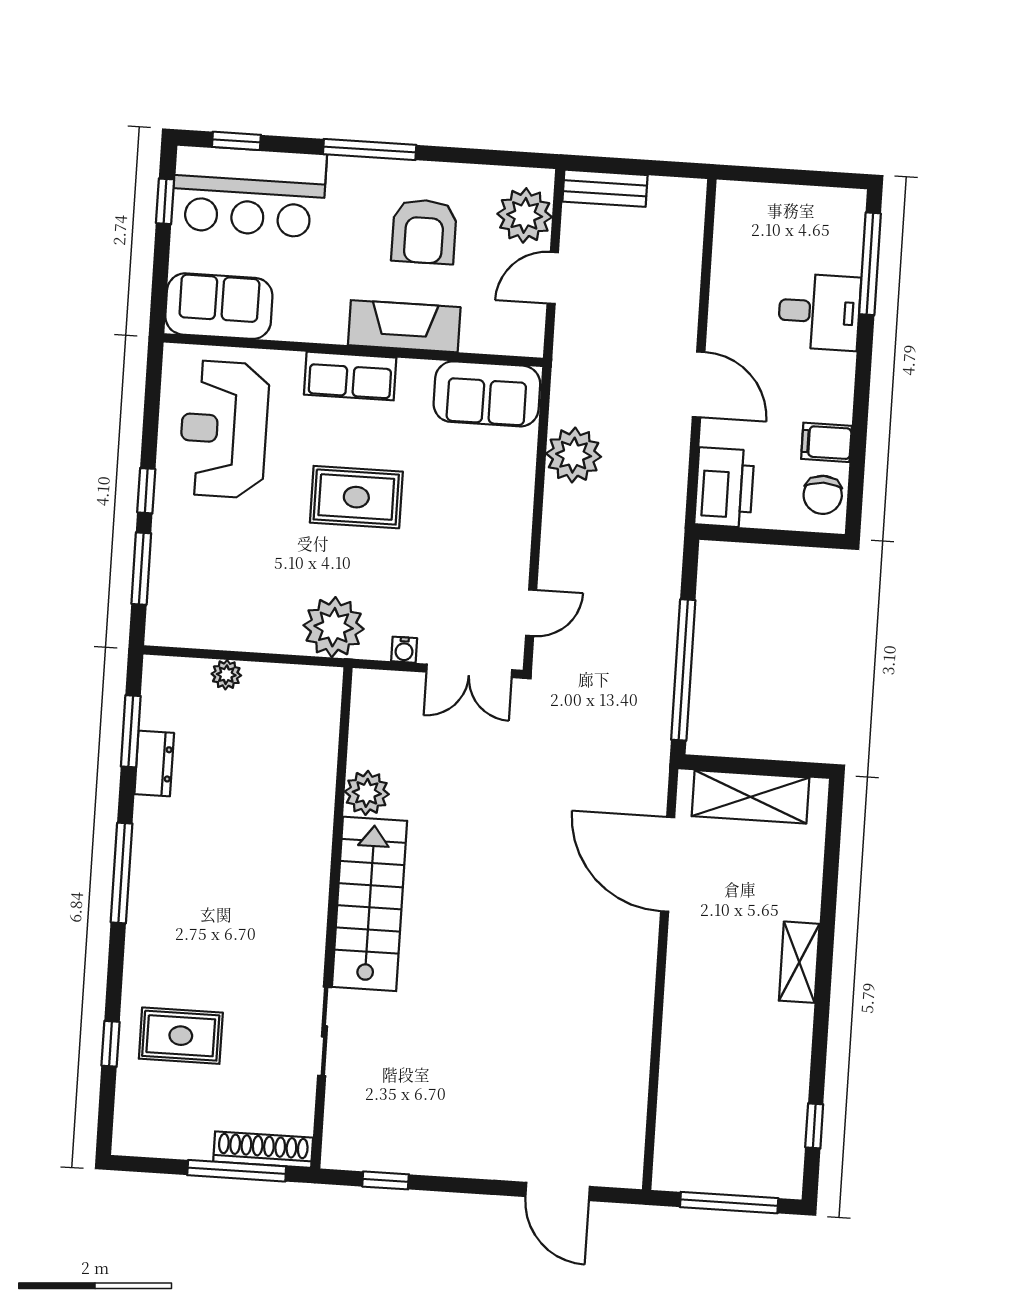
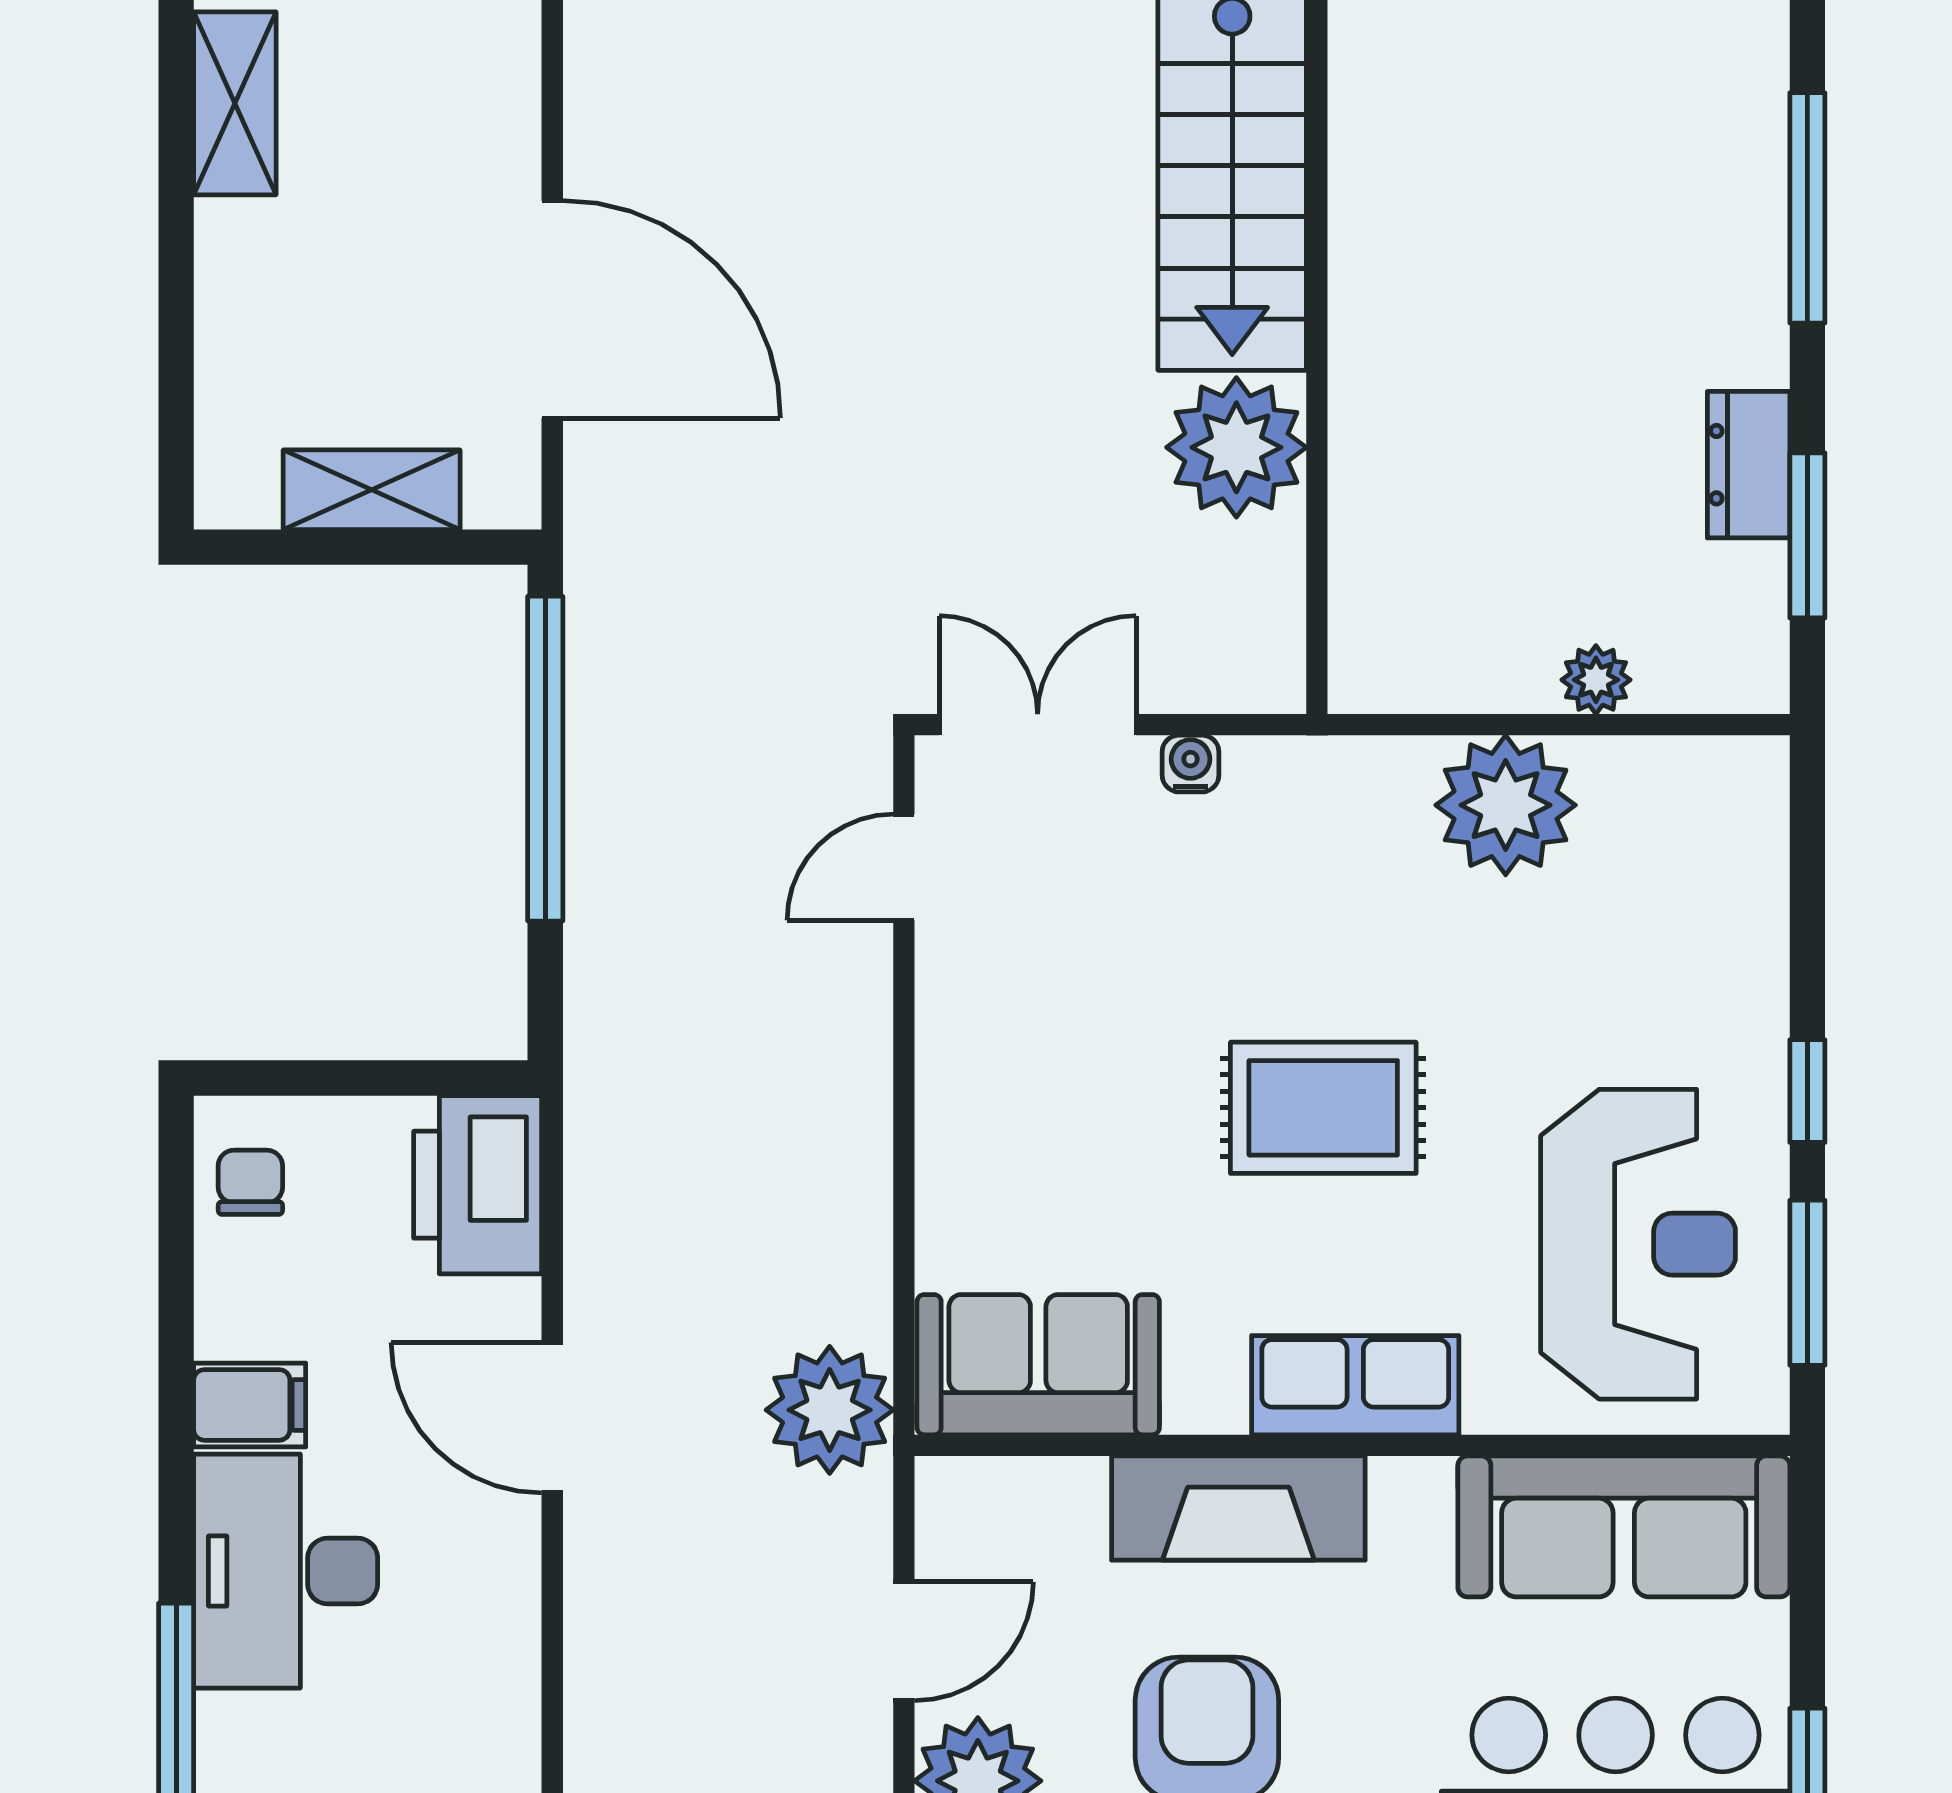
sofa: (219, 306) -> (1624, 1526), width x1.36
desk: (819, 312) -> (286, 1571), width x1.37
filing cabinet: (826, 442) -> (250, 1405), moved
plant: (574, 455) -> (830, 1410), moved
chair: (823, 495) -> (250, 1182), width x0.73, depth x0.73
window: (141, 569) -> (1807, 1283), moved
plant: (334, 627) -> (1506, 805), moved
plant: (367, 793) -> (1236, 447), width x1.36, depth x1.36
shelving: (751, 797) -> (372, 490), width x0.67, depth x0.75

